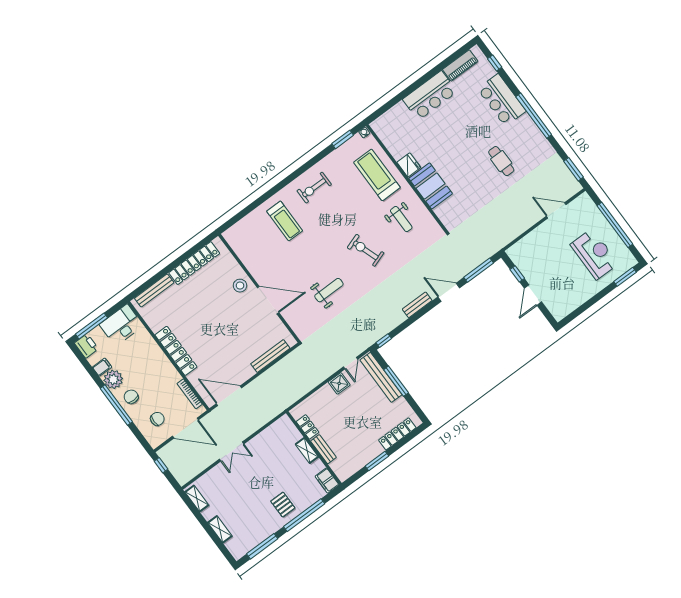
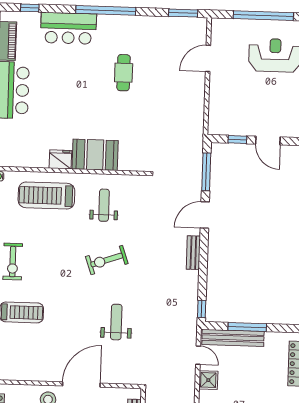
cafe table: (501, 161) -> (124, 73), turned 90
weight bench: (401, 219) -> (104, 205), turned -90

